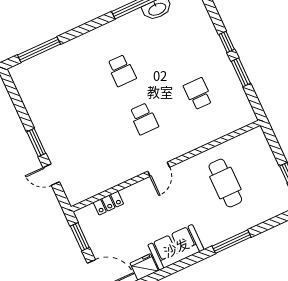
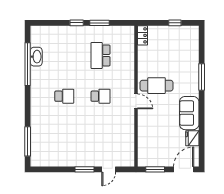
school desk: (198, 94) -> (101, 55), width x1.85
cafe table: (225, 183) -> (157, 86), moved
locker: (108, 203) -> (143, 35), moved

